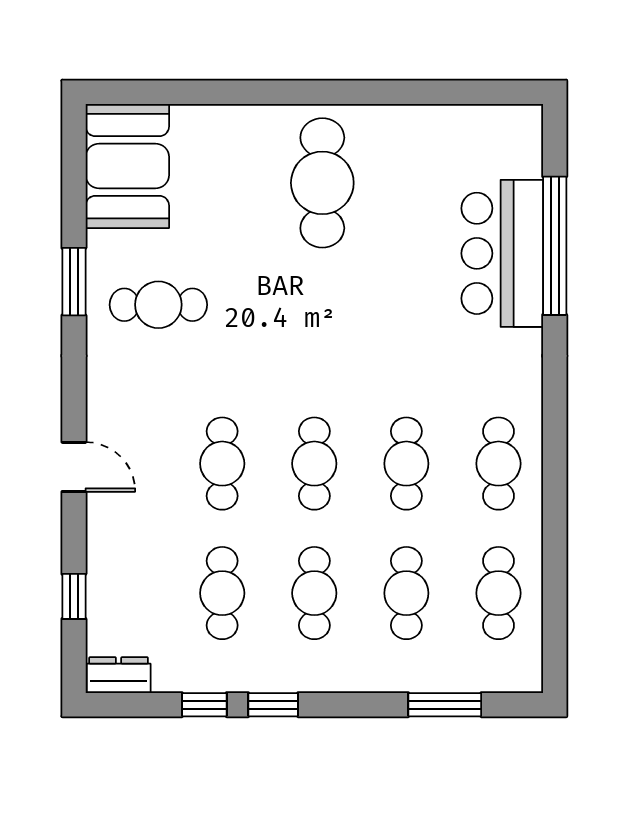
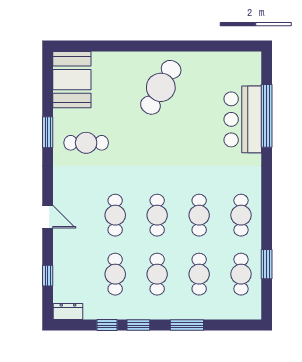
cafe table: (322, 183) -> (161, 87), turned 30
window: (555, 571) -> (267, 264), added
window: (445, 705) -> (187, 325), moved

